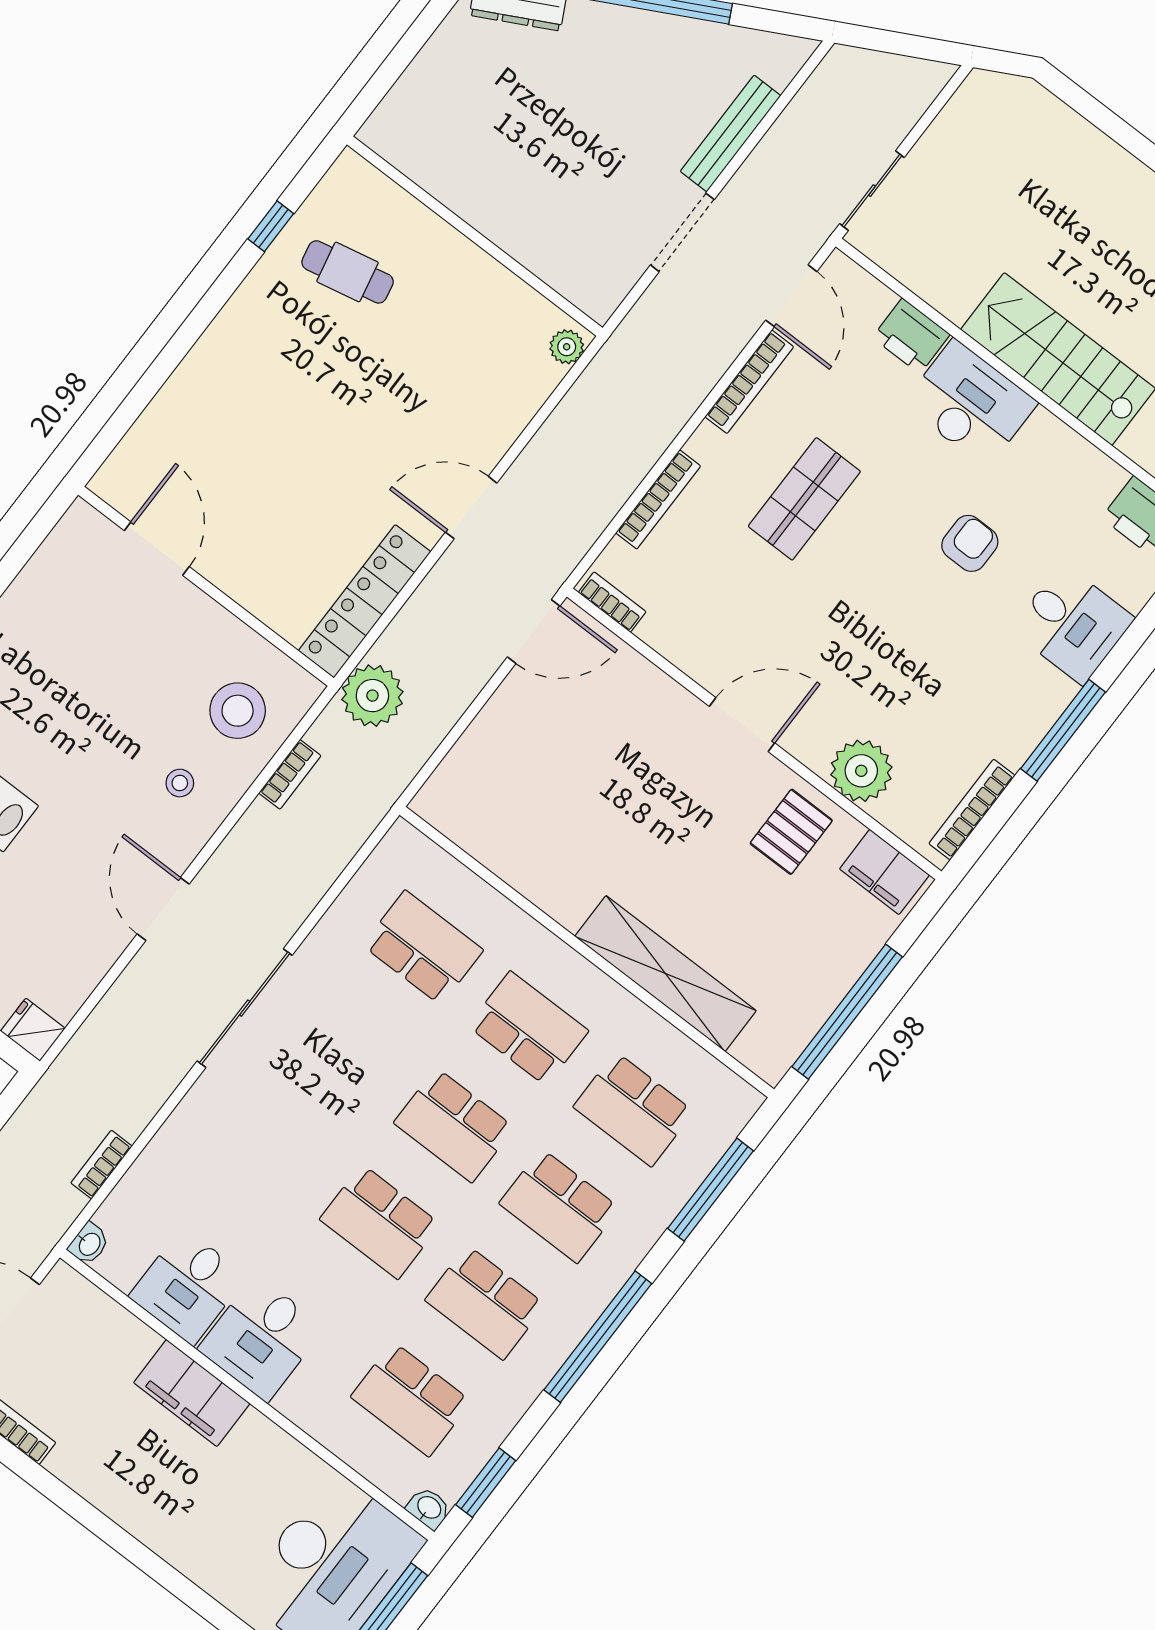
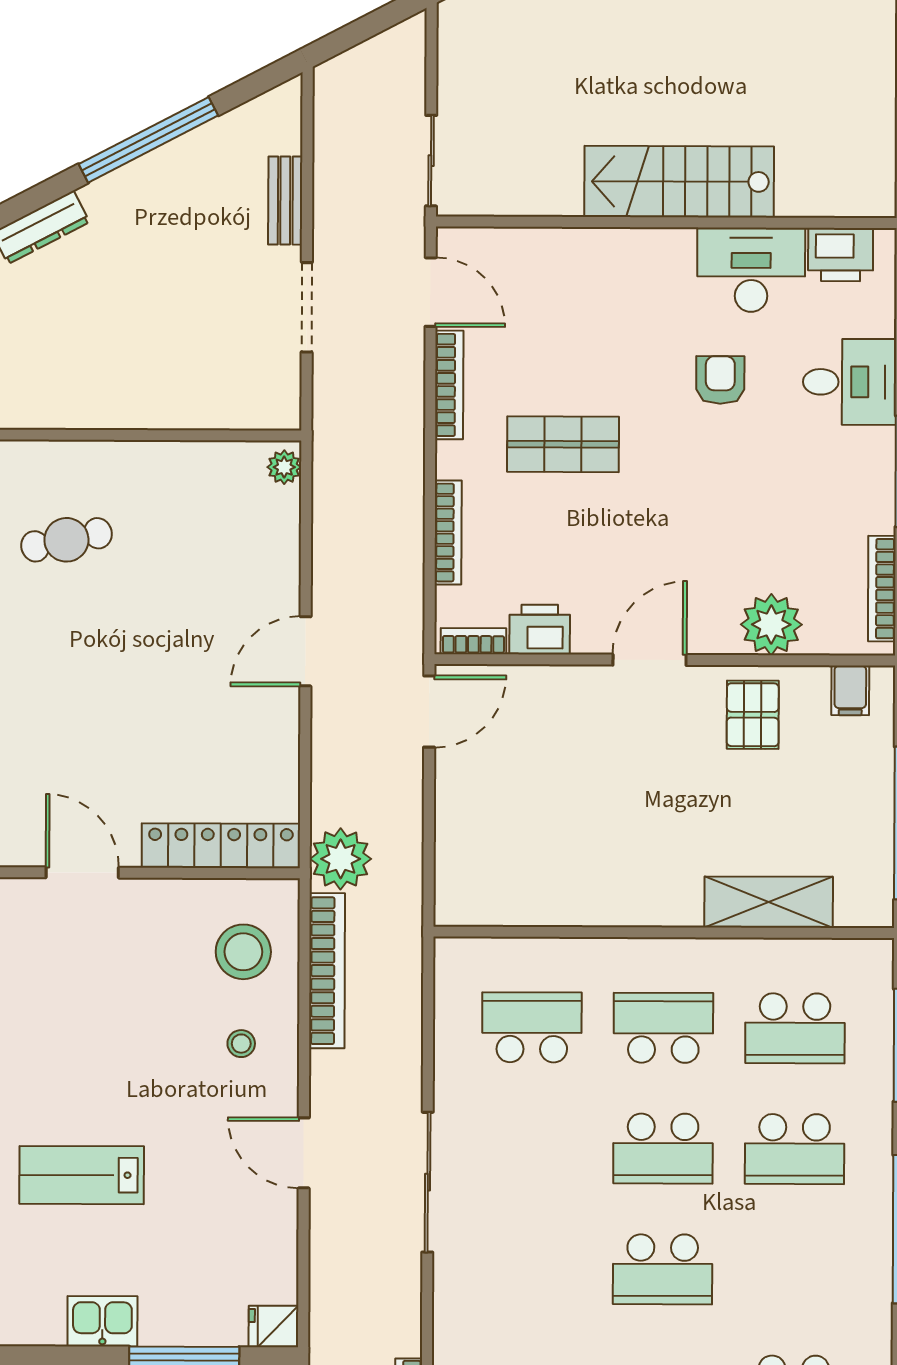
bench: (730, 133) -> (285, 201), width x0.73
printer: (911, 336) -> (540, 630), moved, turned 180
desk: (970, 403) -> (751, 270), moved
shop shelf: (804, 499) -> (563, 444), turned 90
locker: (365, 601) -> (221, 846), moved, turned 90
bookcase: (290, 774) -> (327, 971), width x2.31, depth x1.31
filing cabinet: (884, 872) -> (850, 690), width x0.50
shelving: (665, 974) -> (769, 902), width x0.68
school desk: (485, 1303) -> (794, 1270), removed

